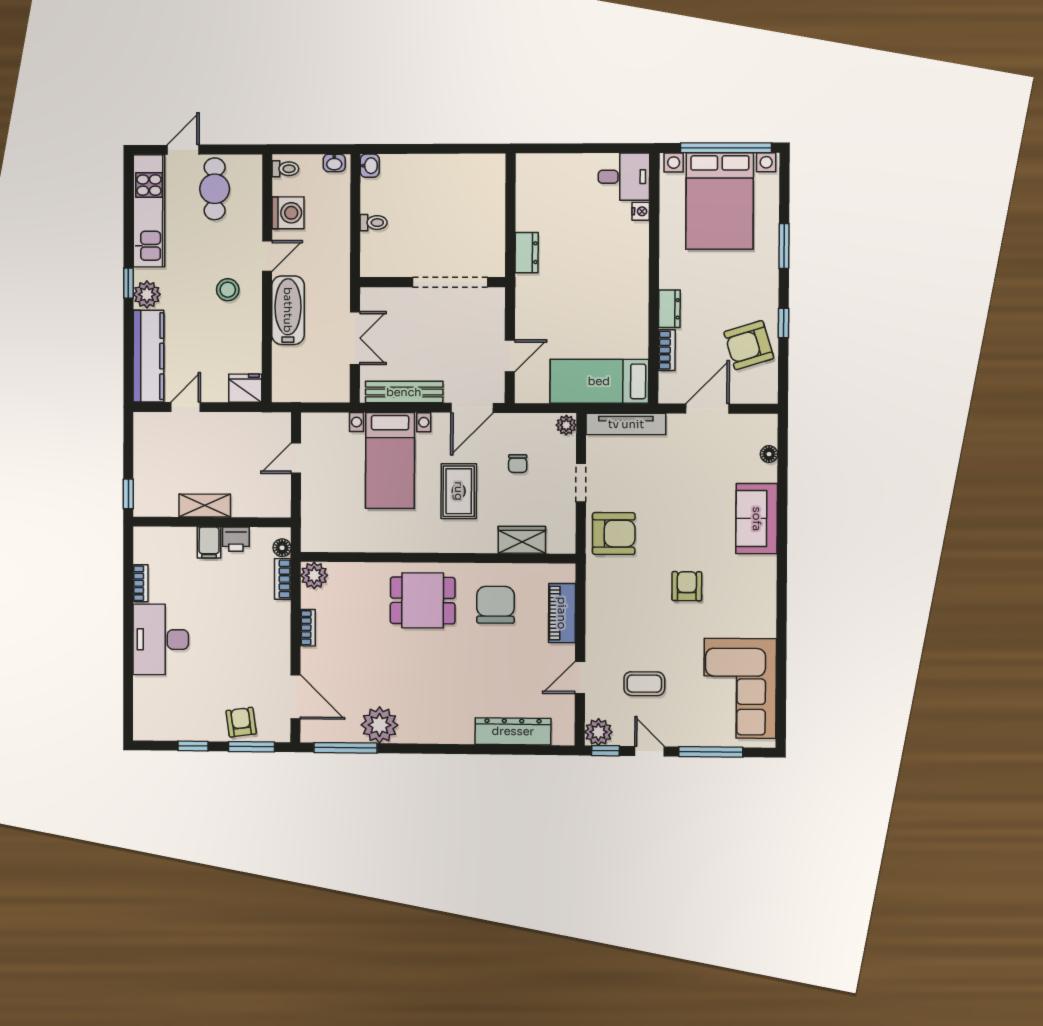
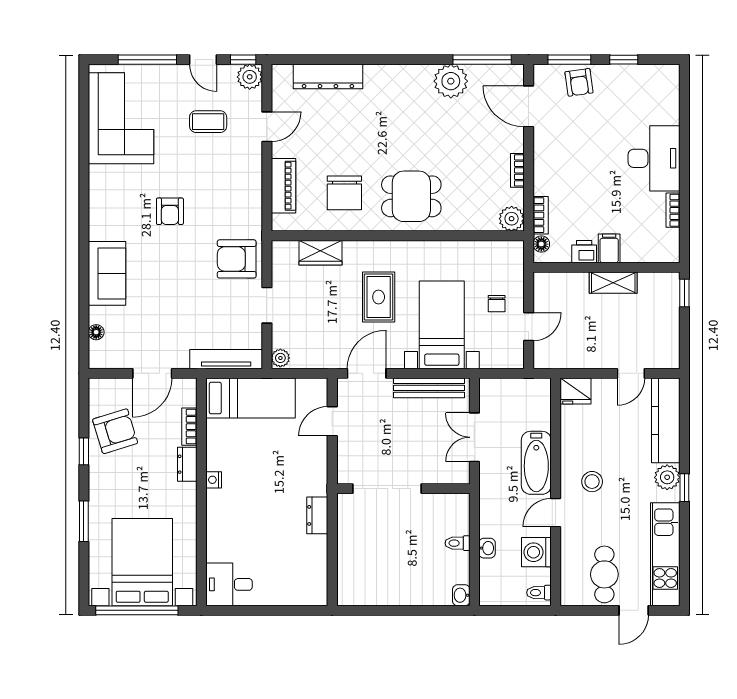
washbasin: (334, 163) -> (487, 548), moved, turned 90
nightstand: (641, 211) -> (214, 480), moved
chair: (518, 464) -> (497, 304), moved, turned 180

